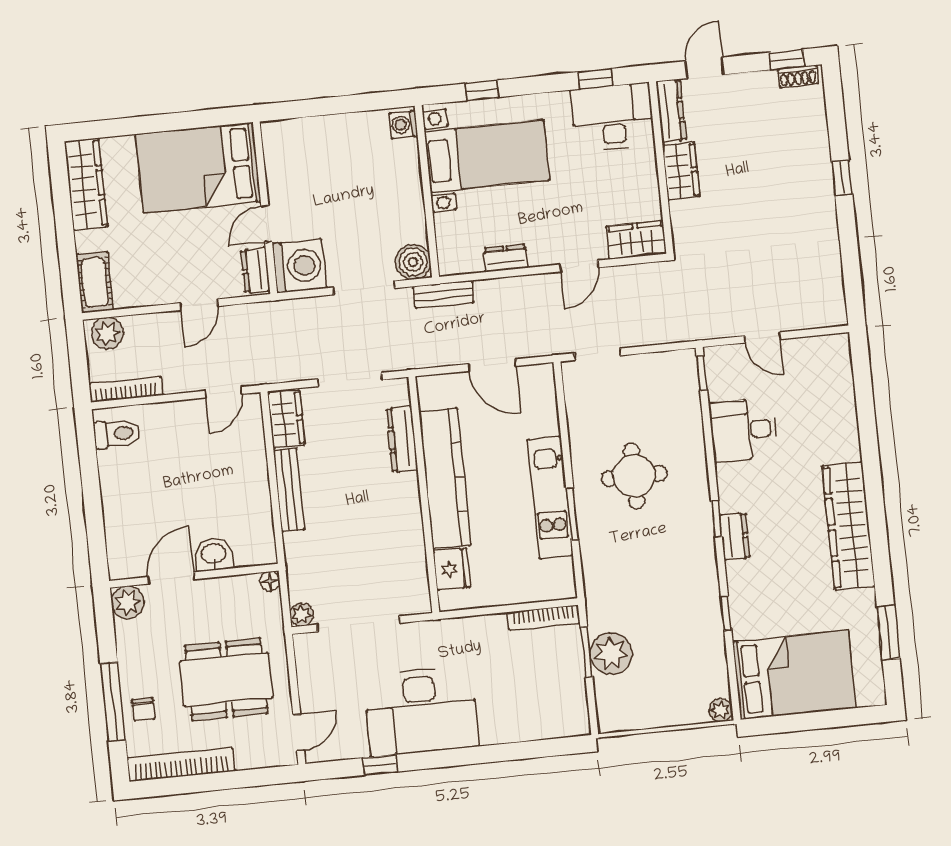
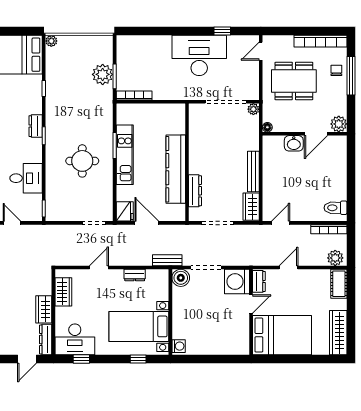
wardrobe: (636, 240) -> (63, 292), moved, turned -90
fridge: (452, 569) -> (125, 211), moved, turned 180

